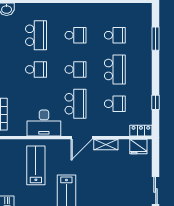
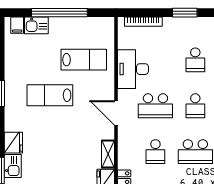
shelving: (106, 145) -> (108, 154), moved

